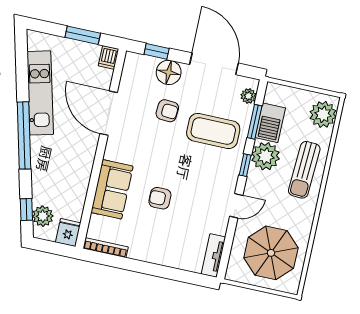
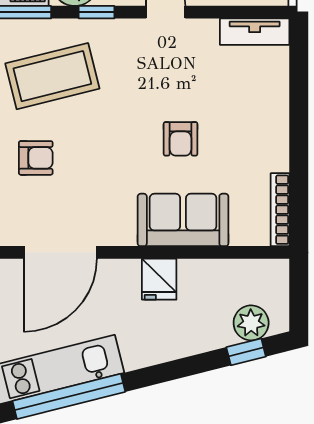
armchair: (167, 111) -> (36, 158), turned 86
coffee table: (213, 131) -> (52, 76), turned 76
window: (24, 135) -> (69, 396), moved
fridge: (68, 233) -> (159, 279), moved, turned -90

